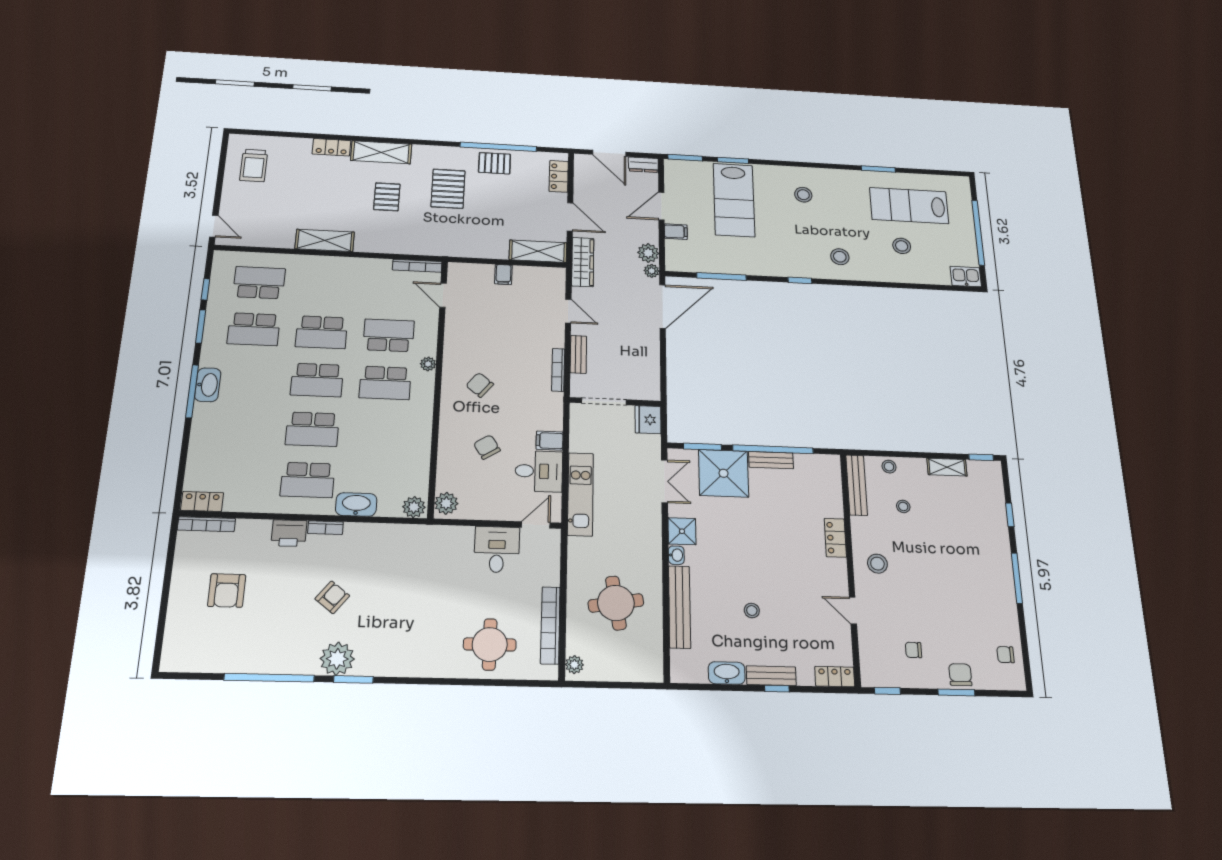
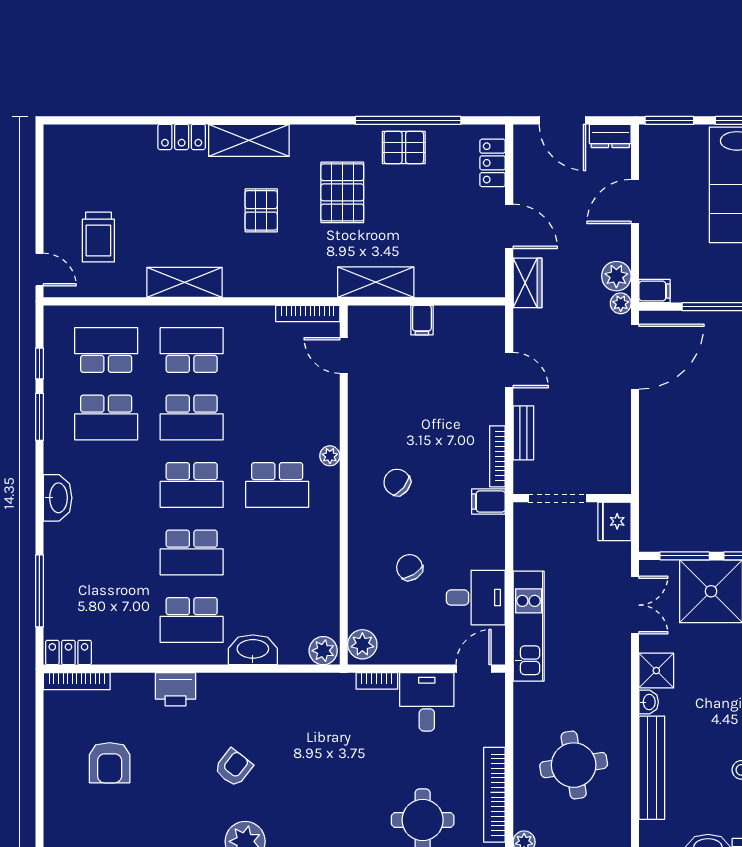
trolley: (254, 165) -> (98, 237), moved
filing cabinet: (676, 232) -> (655, 291), moved
shelving: (538, 251) -> (376, 282), moved
wardrobe: (583, 262) -> (527, 283), width x0.67
school desk: (389, 335) -> (192, 350), moved
window: (192, 391) -> (39, 591), moved
filing cabinet: (550, 441) -> (488, 502), moved
bookcase: (326, 528) -> (377, 681), moved

